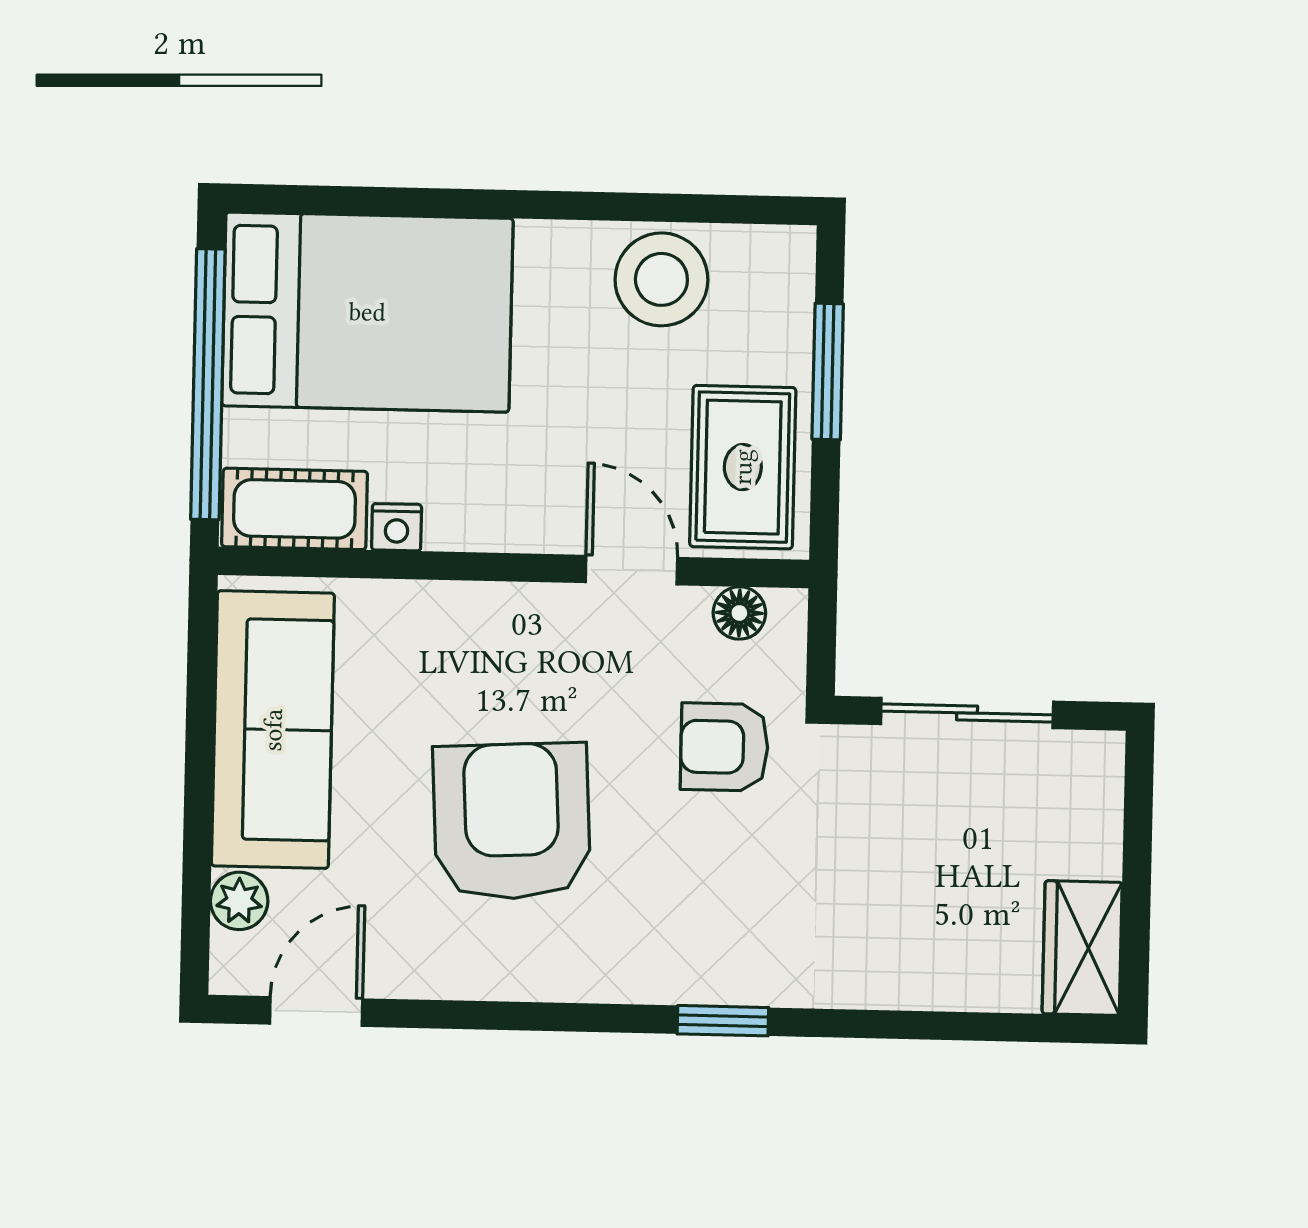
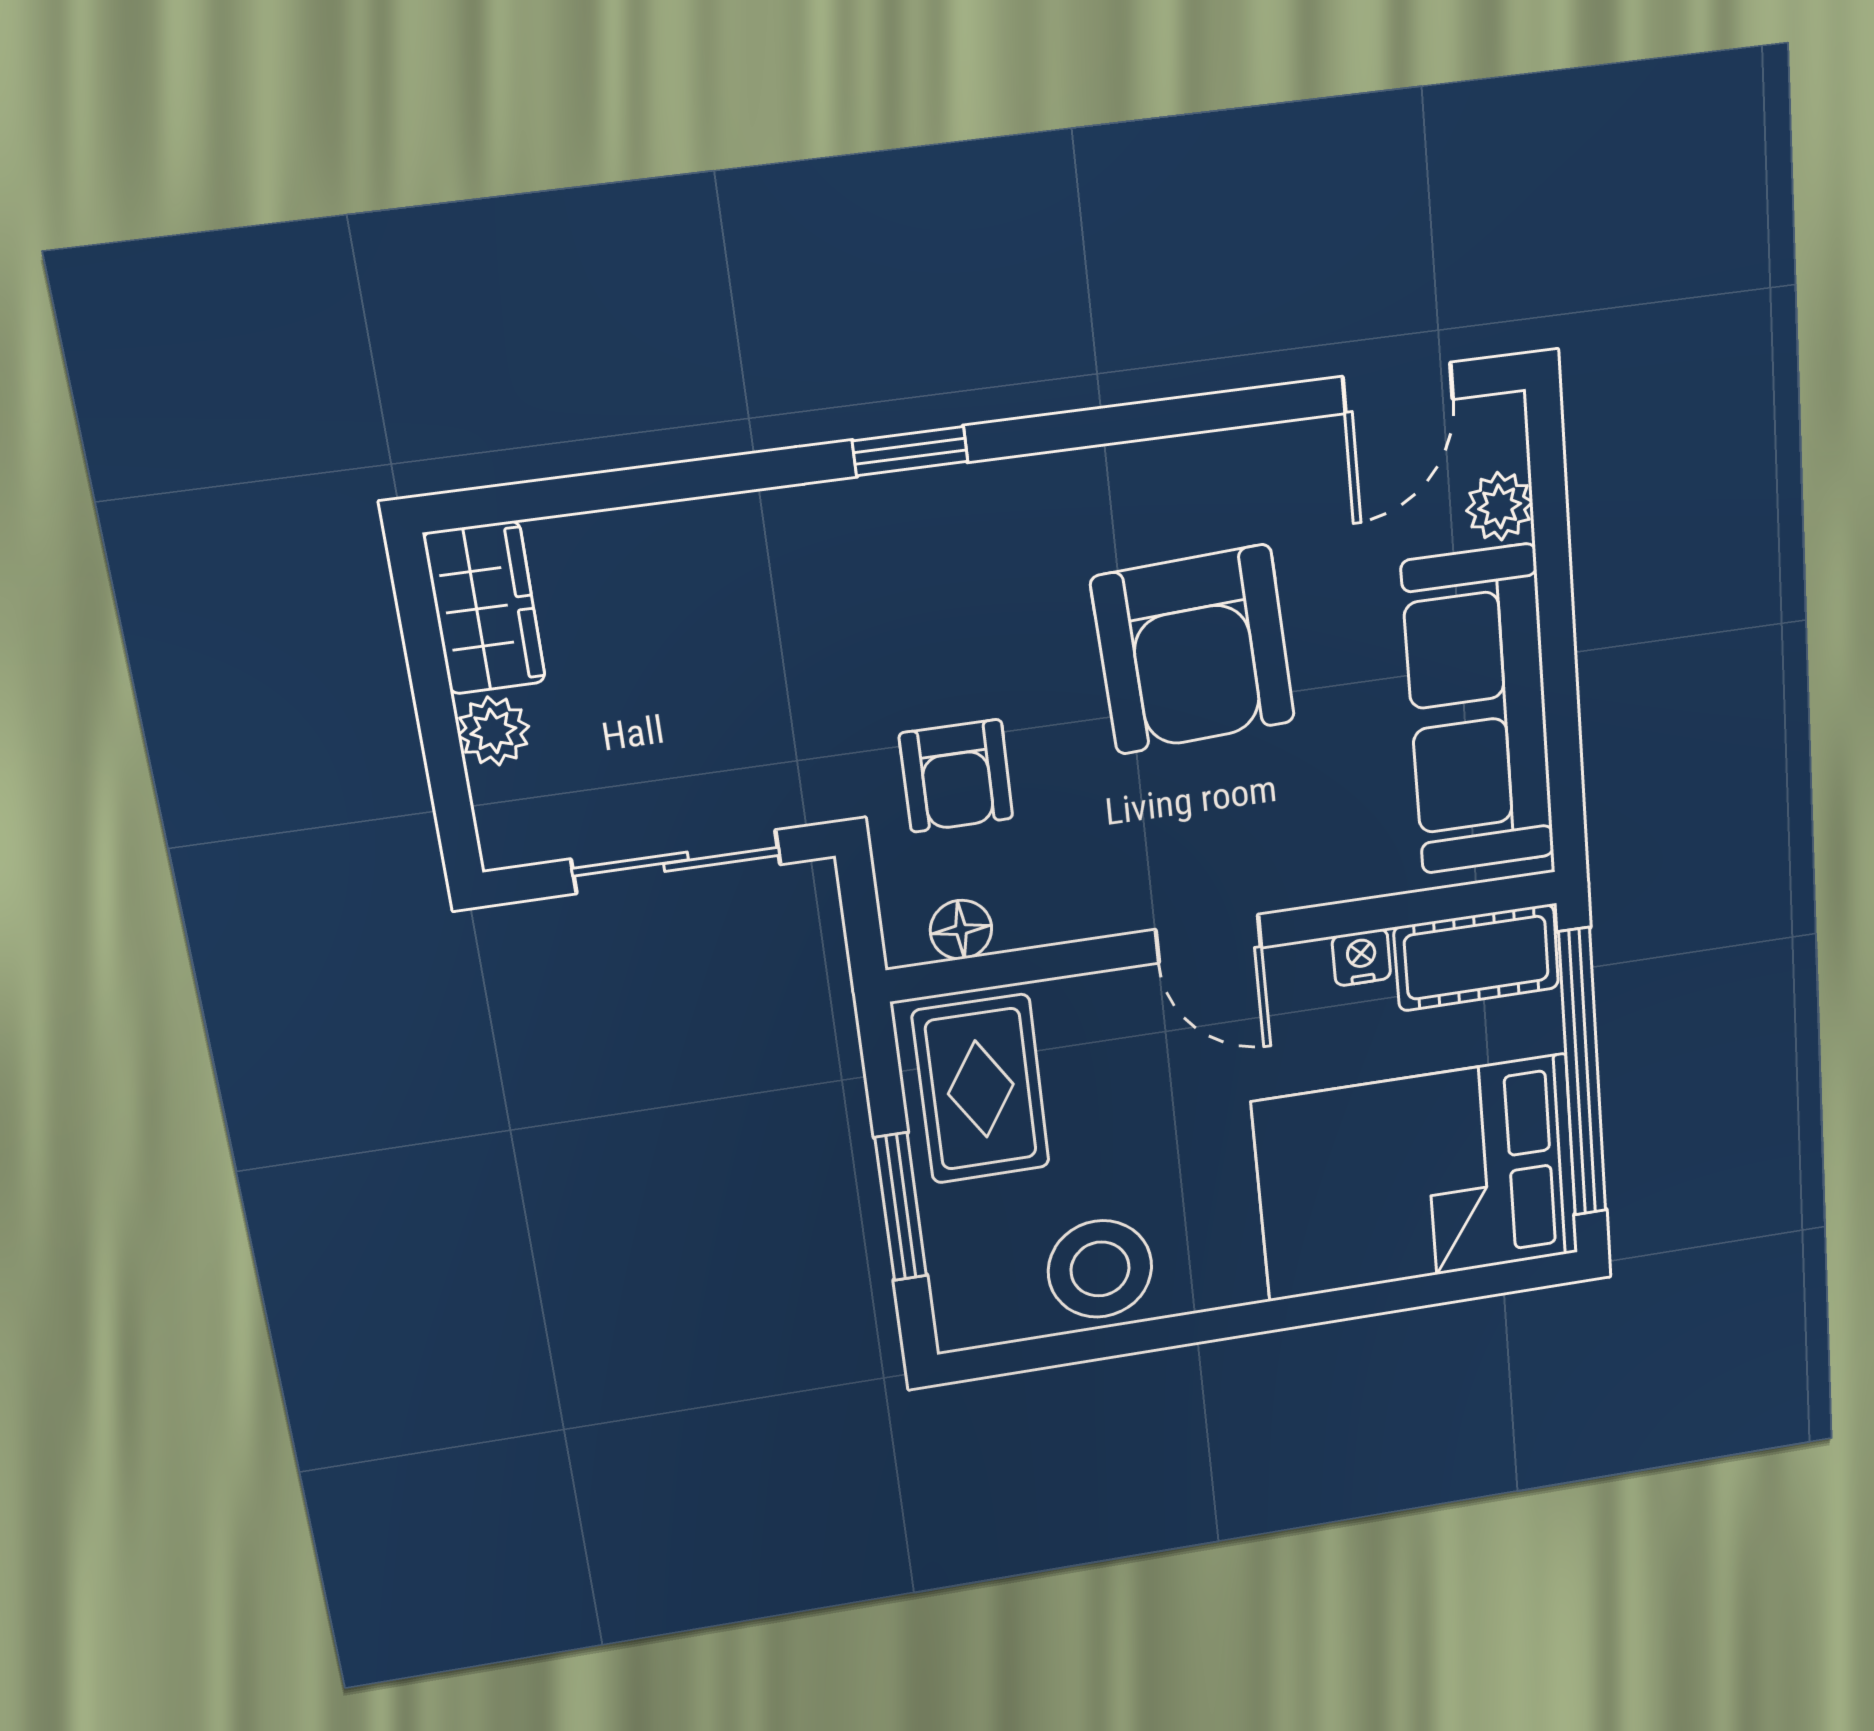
door: (631, 570) -> (1208, 939), moved
armchair: (724, 747) -> (956, 776), turned 90
plant: (1094, 847) -> (493, 731), added

